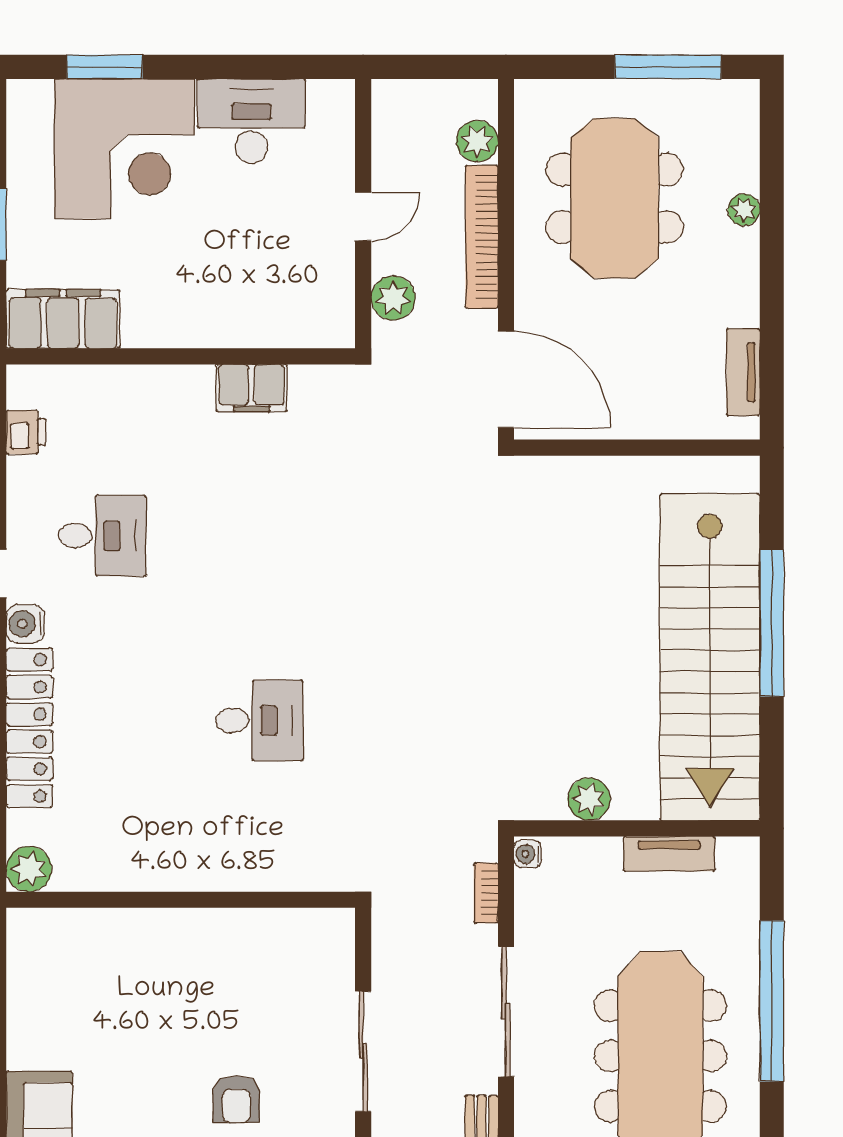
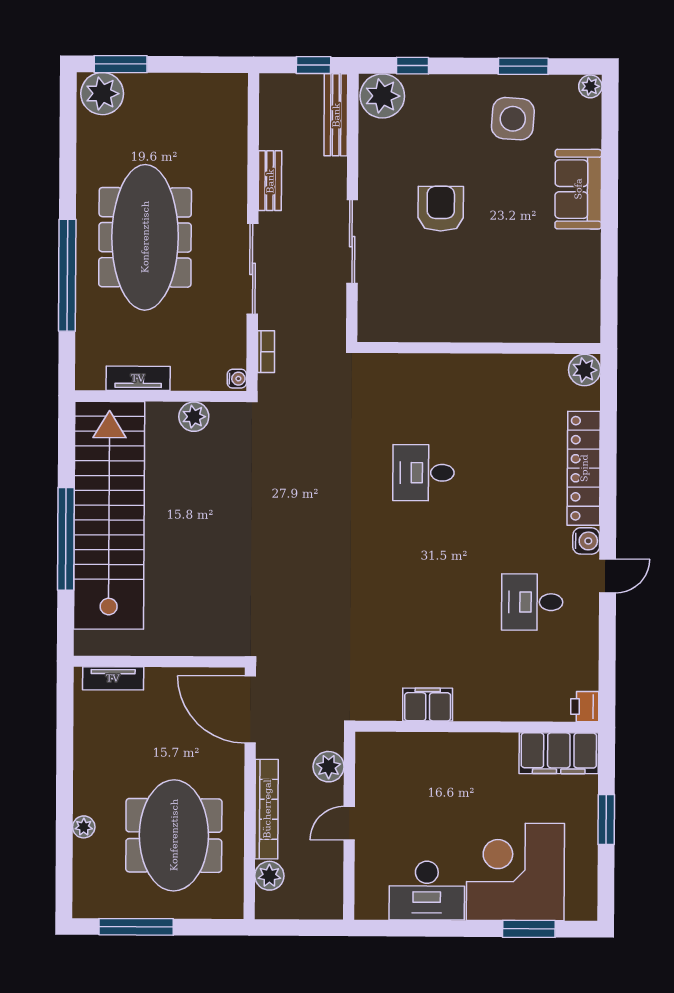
tv unit: (743, 372) -> (113, 678), moved, turned 90
printer: (26, 432) -> (585, 707), moved
armchair: (236, 1099) -> (441, 209), width x1.38, depth x1.38

